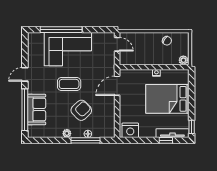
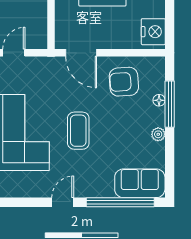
door: (25, 74) -> (63, 202), swing flipped
sofa: (37, 110) -> (140, 183), moved
armchair: (81, 110) -> (124, 82), moved, turned -50

